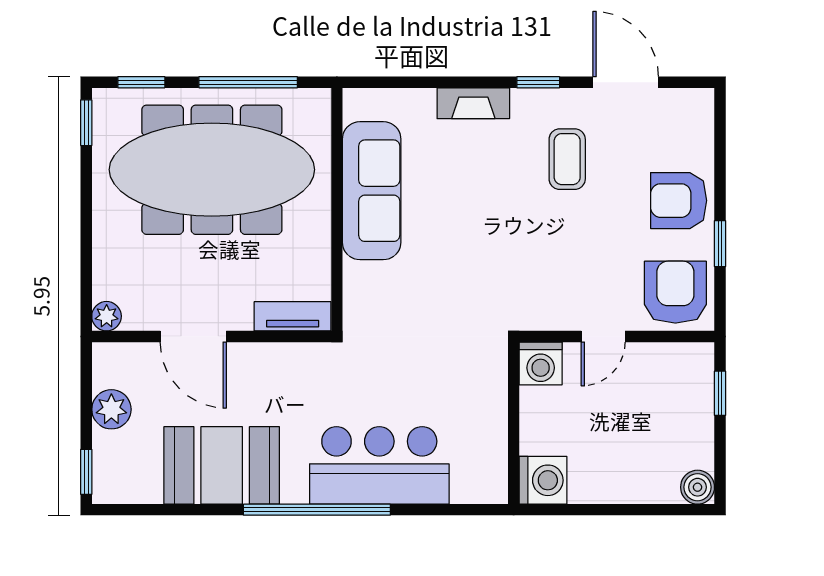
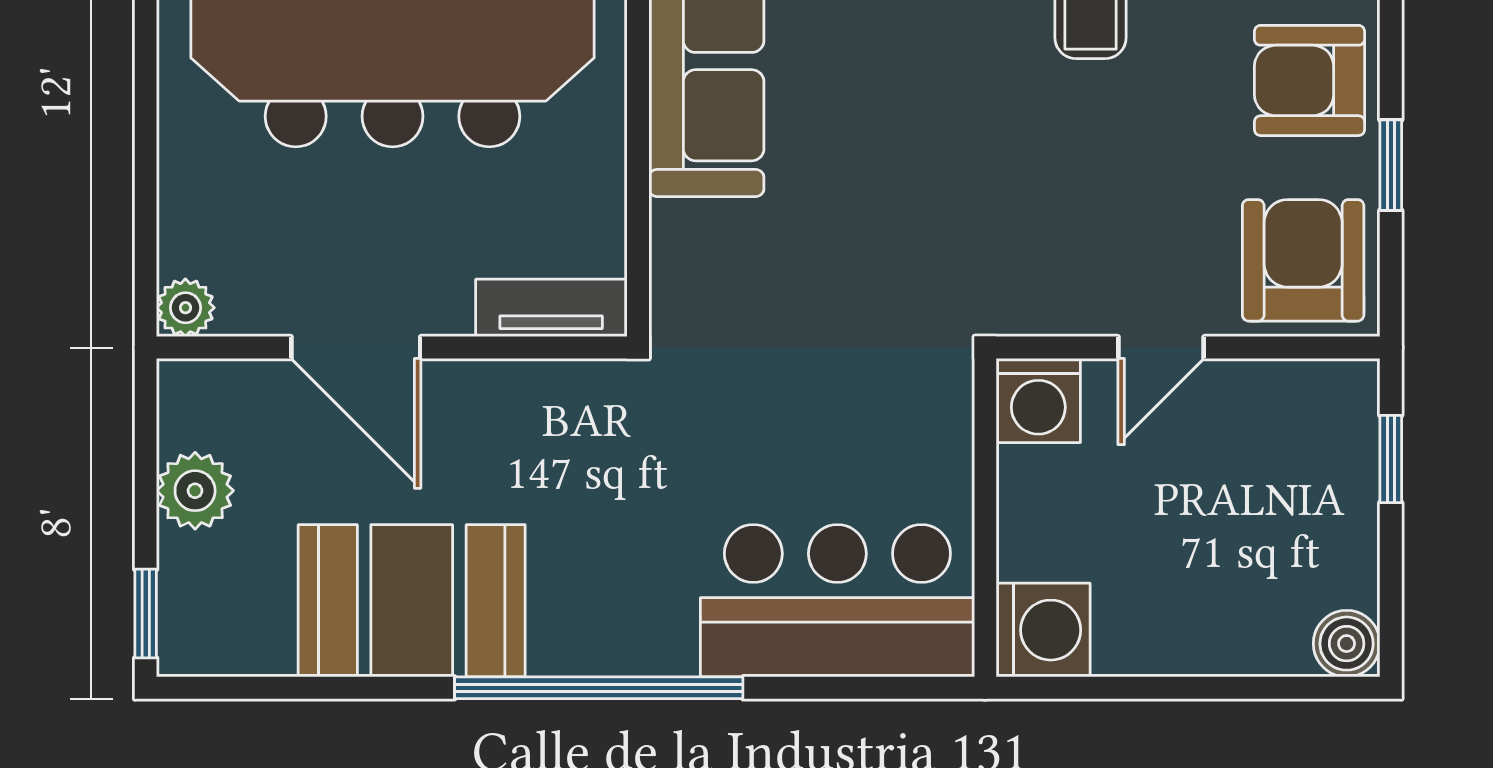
bar counter: (379, 465) -> (837, 601), moved

